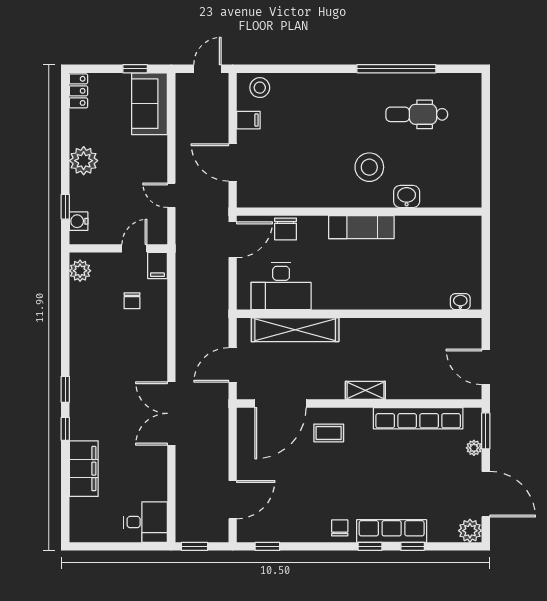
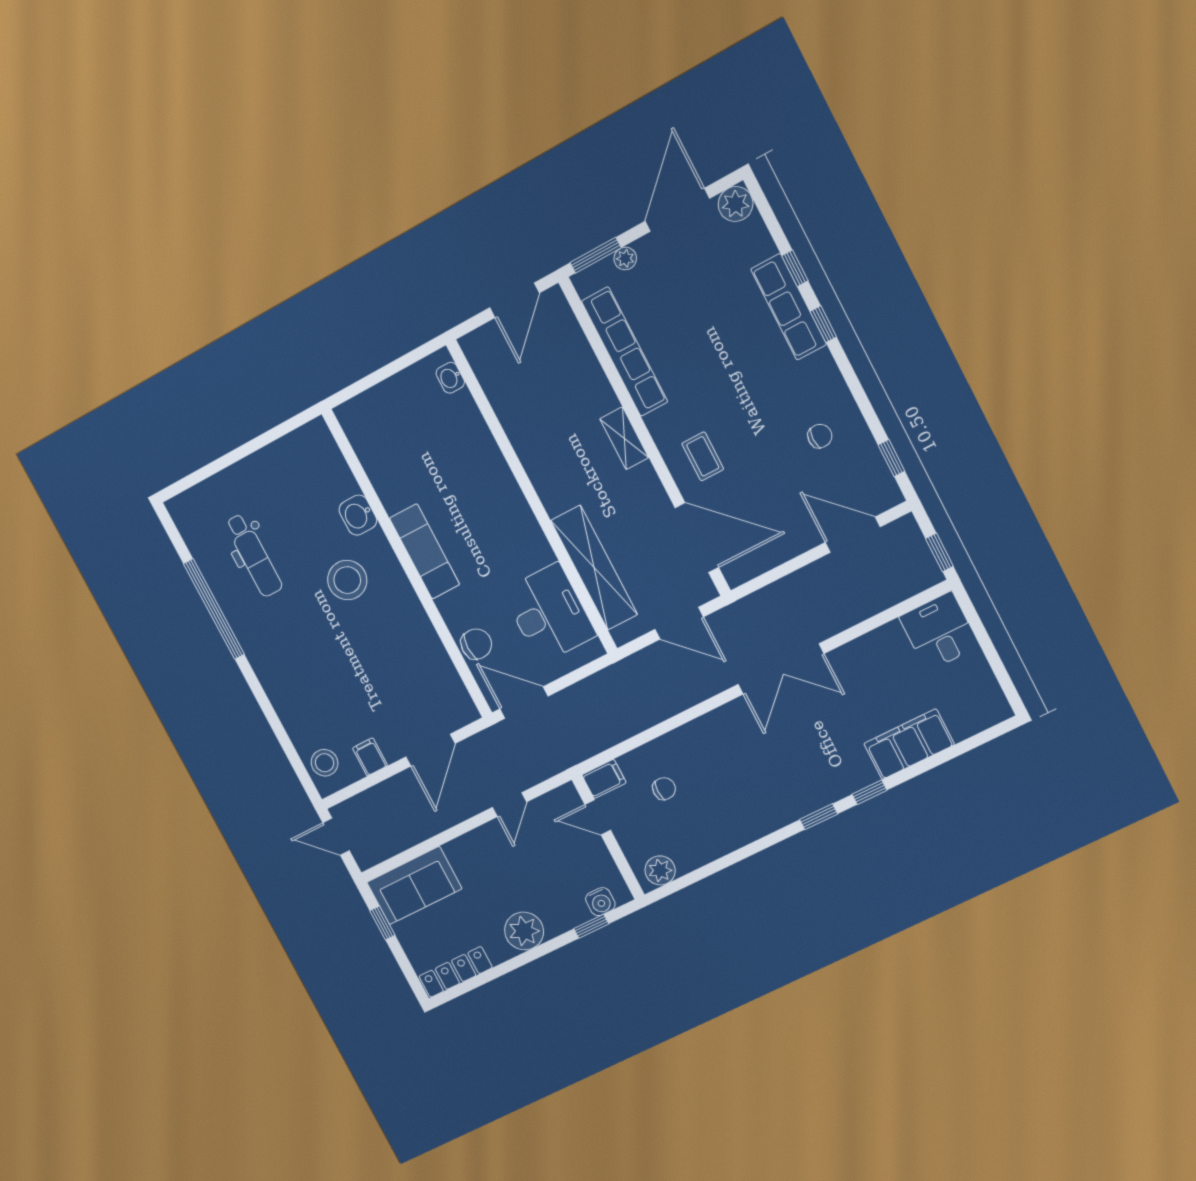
locker: (78, 91) -> (456, 972), width x1.53
chair: (340, 528) -> (820, 436), moved, turned 180

